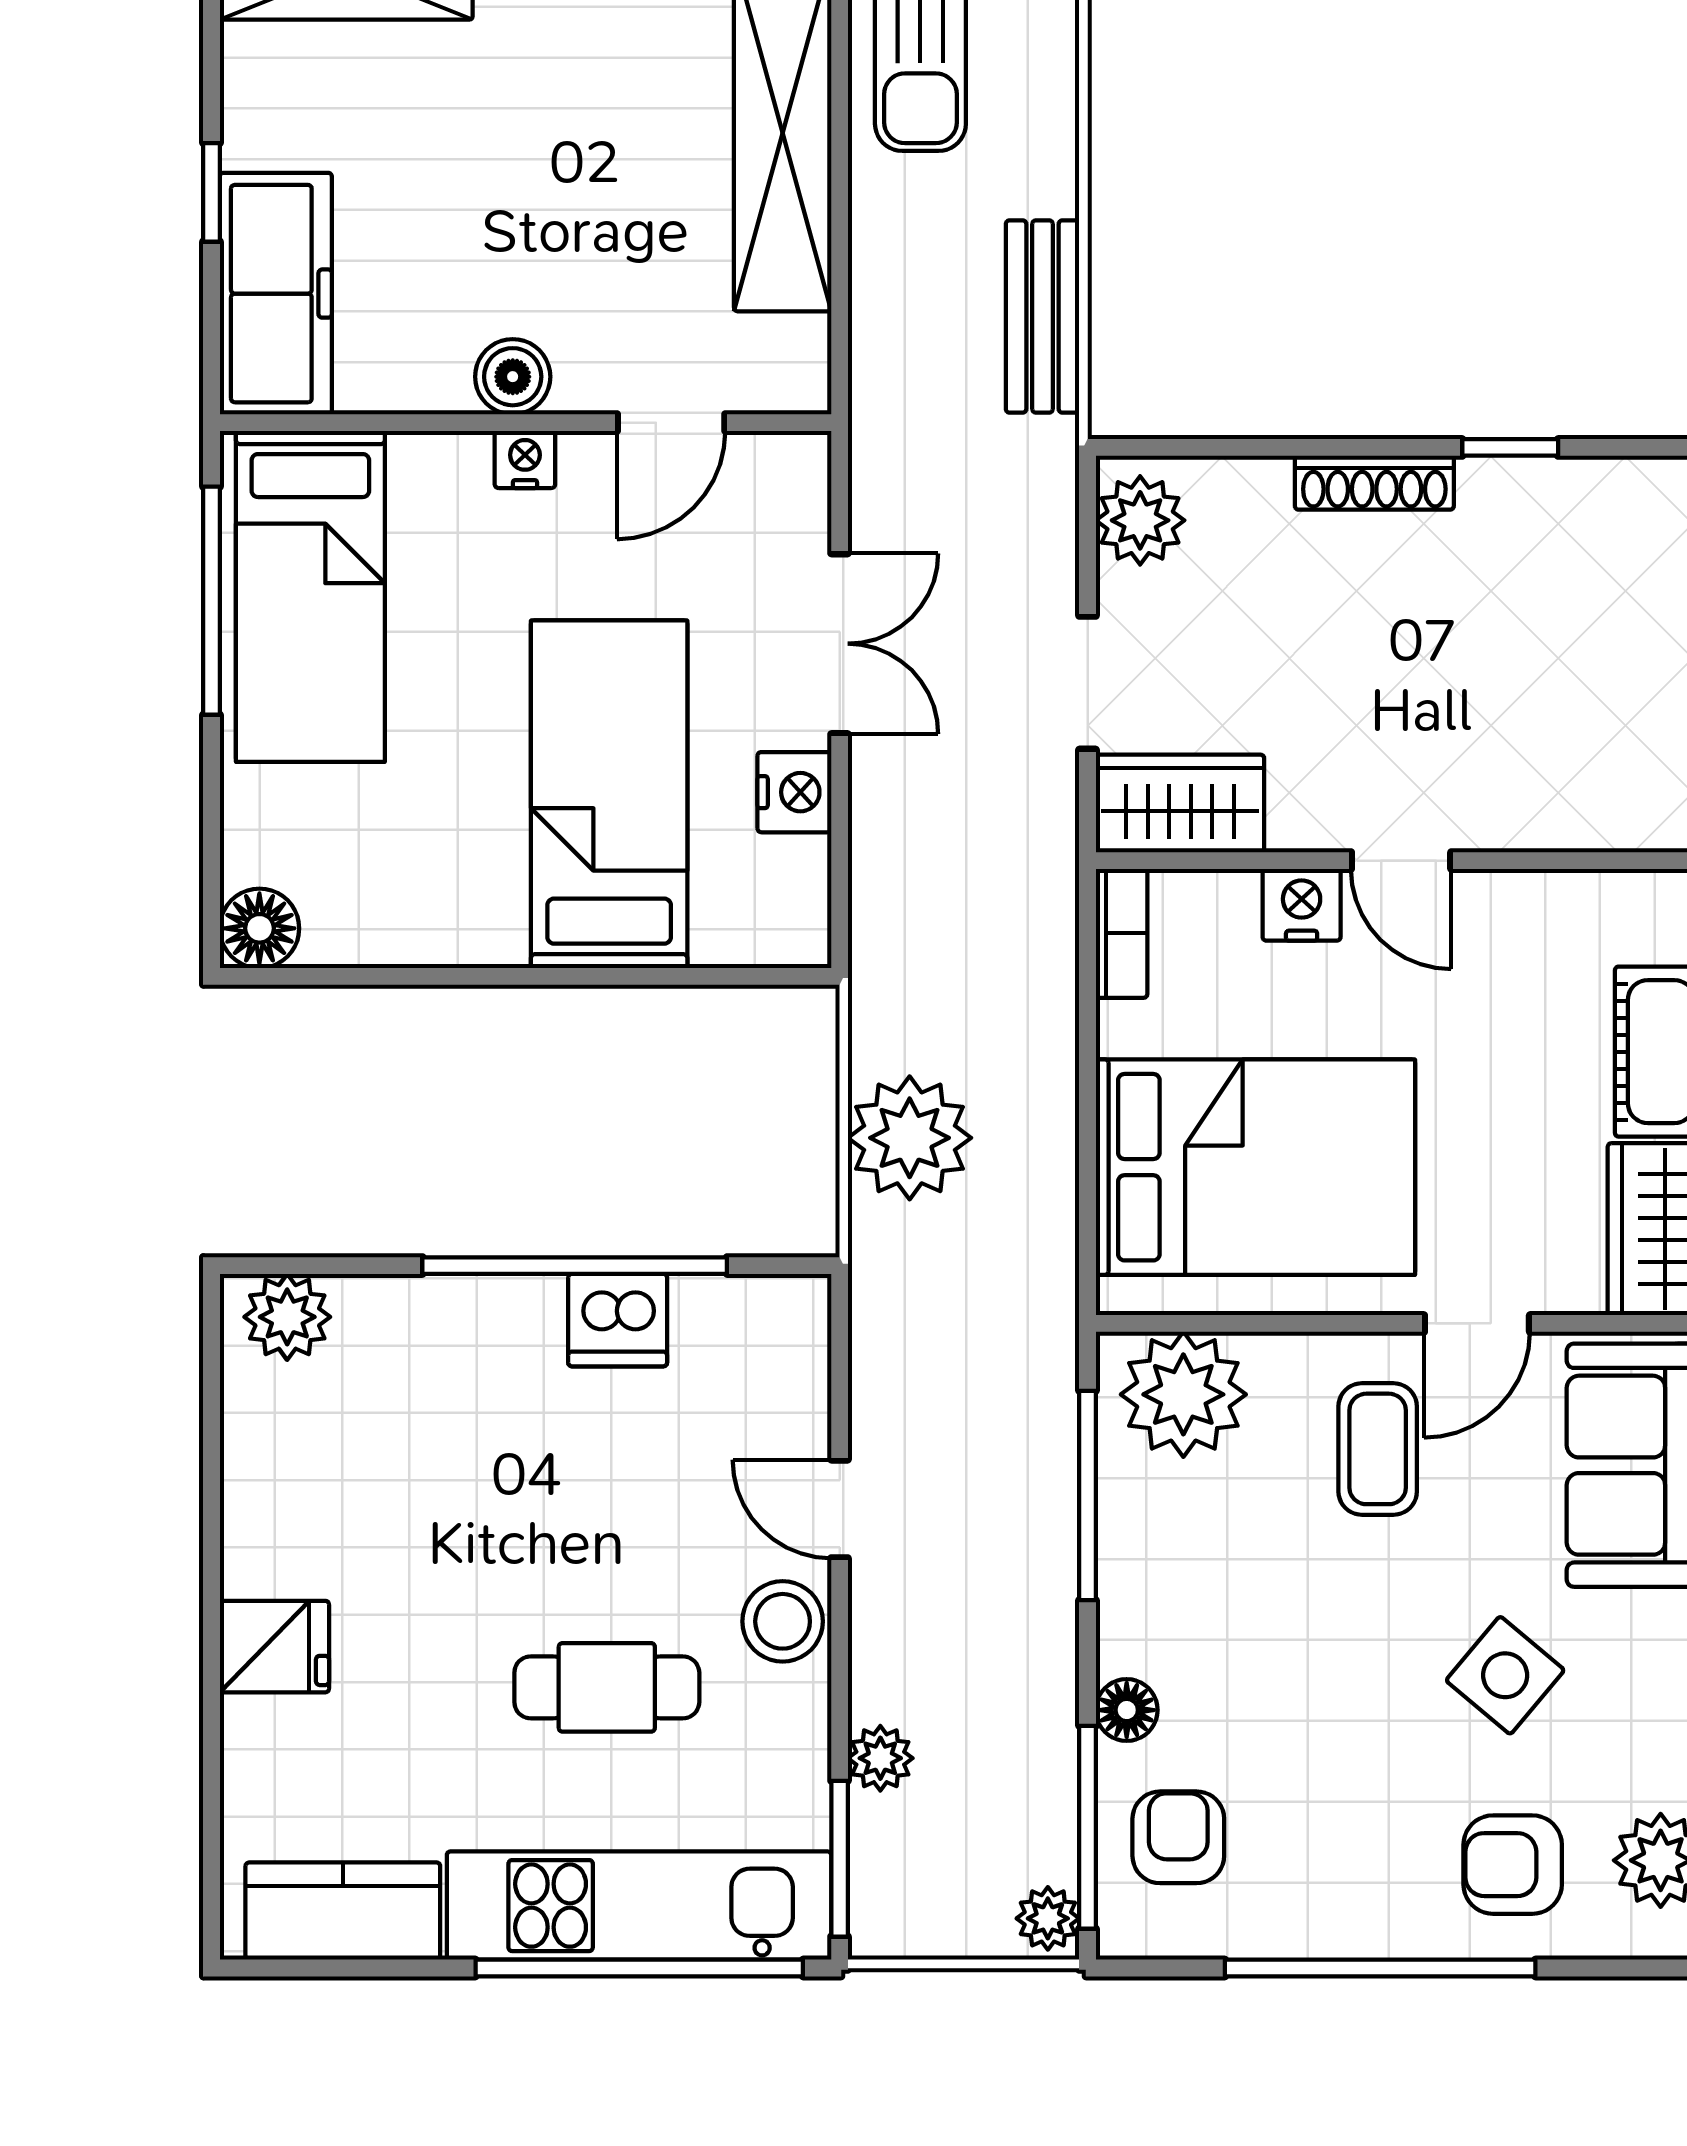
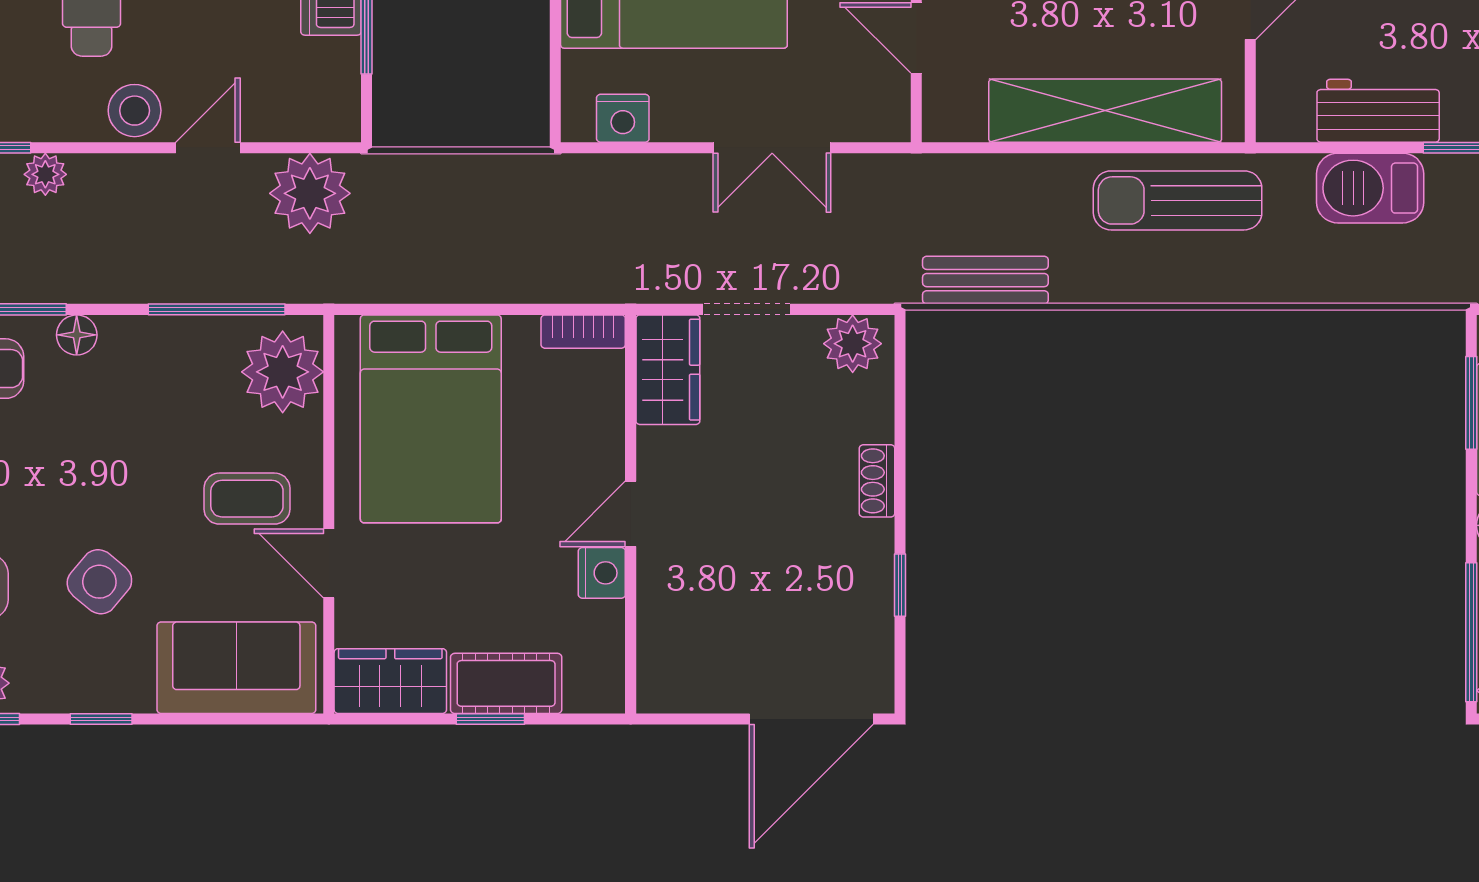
shoe rack: (1374, 483) -> (877, 481), width x0.70
nightstand: (794, 792) -> (623, 118), moved
nightstand: (1302, 905) -> (602, 573), moved
plant: (910, 1138) -> (310, 193), moved

